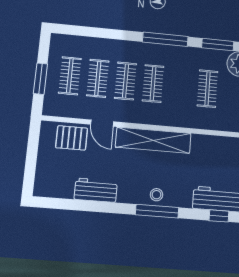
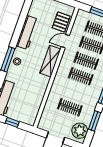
shelving: (153, 140) -> (50, 61), width x0.68
workbench: (96, 190) -> (27, 32), width x1.38

